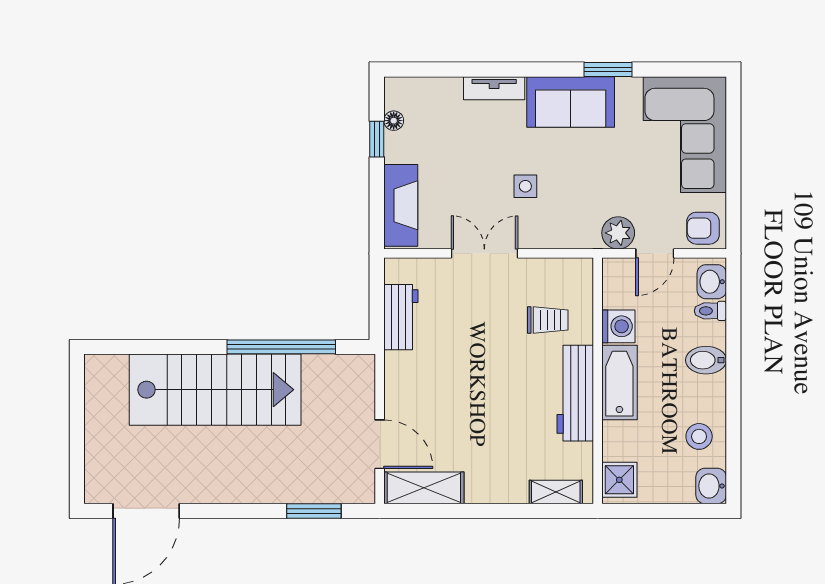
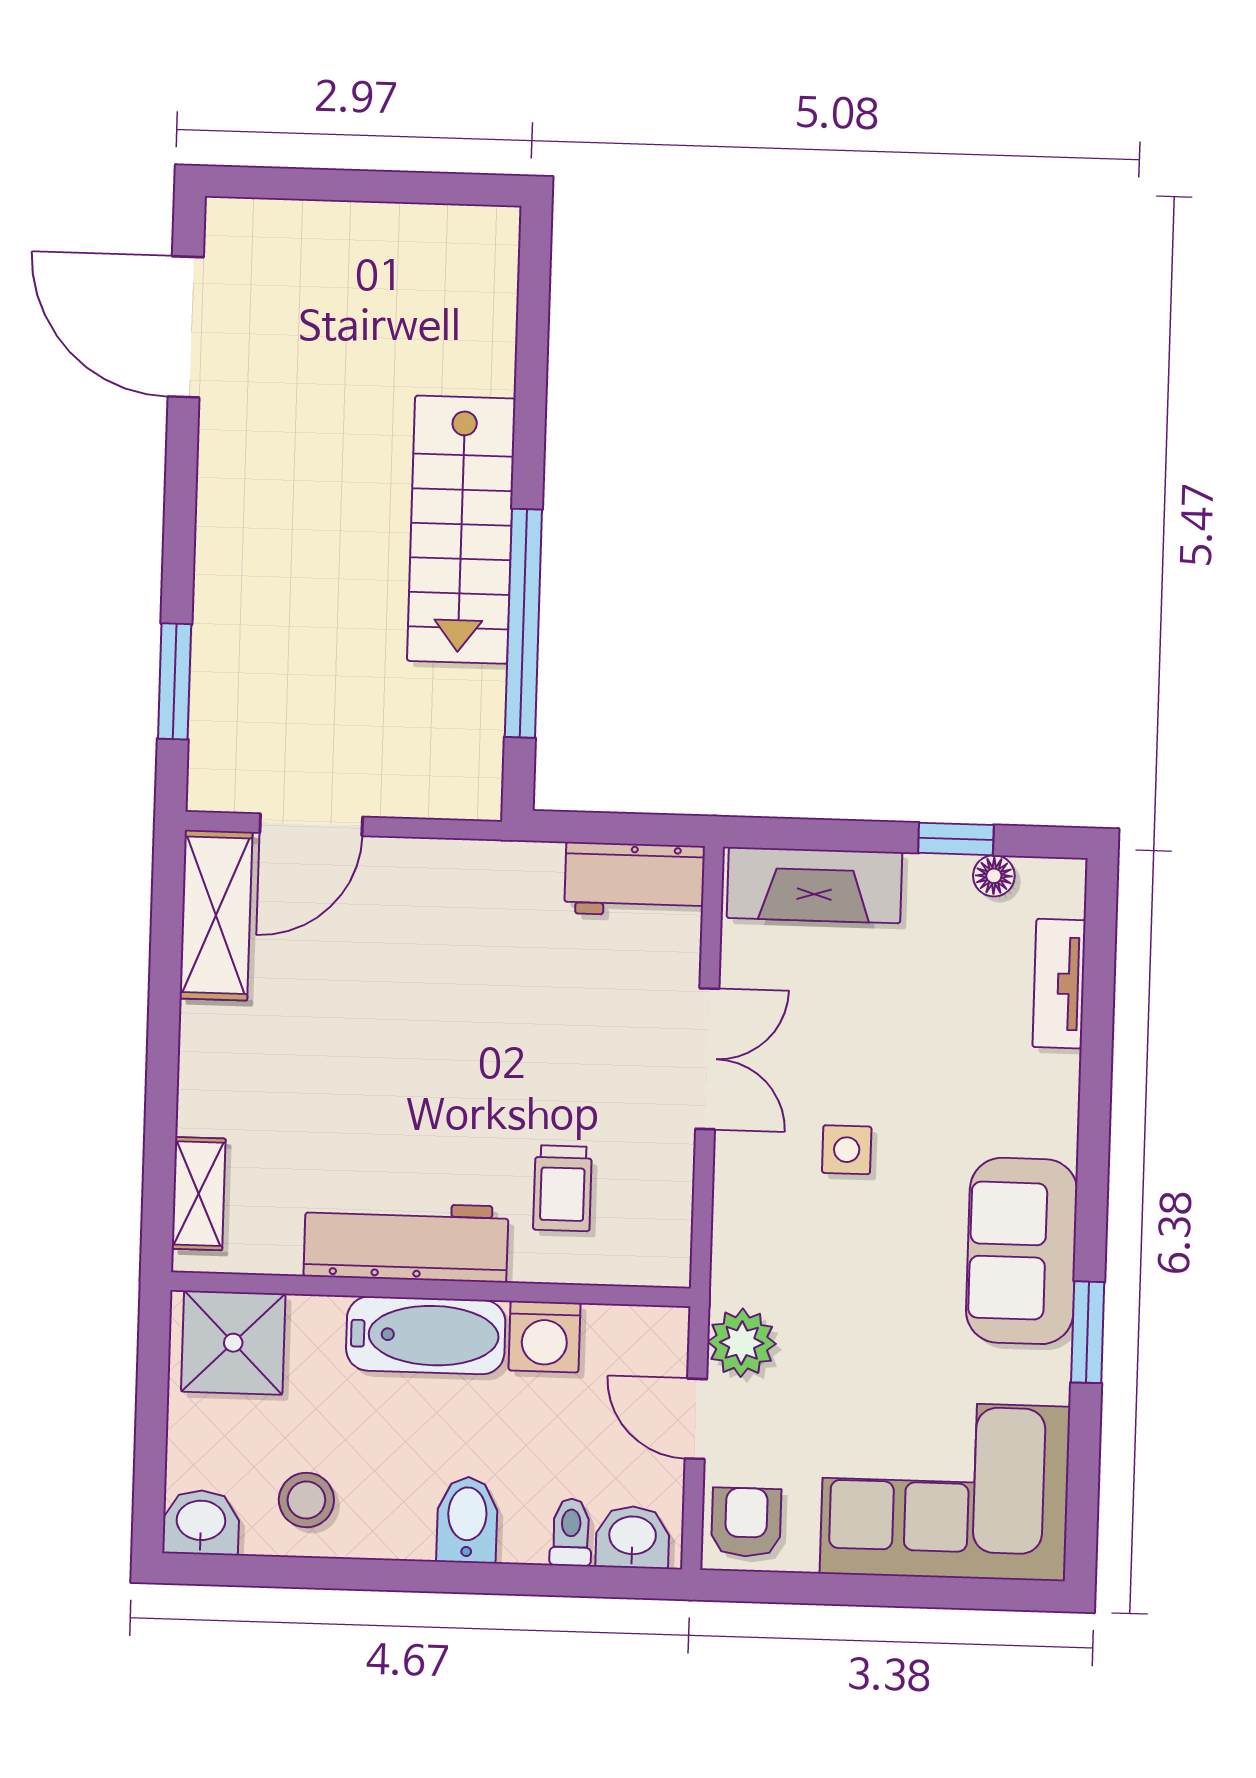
tv unit: (494, 88) -> (1059, 984), moved
workbench: (401, 317) -> (635, 880), moved
stairs: (215, 390) -> (461, 530), width x0.73, depth x0.66
shower: (619, 480) -> (233, 1343), width x1.36, depth x1.36

